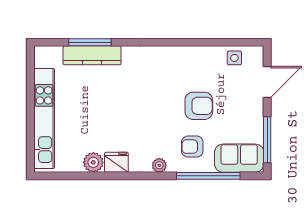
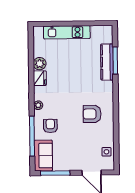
armchair: (199, 106) -> (92, 114), moved, turned 90
kitchen unit: (44, 118) -> (67, 32), width x0.73

